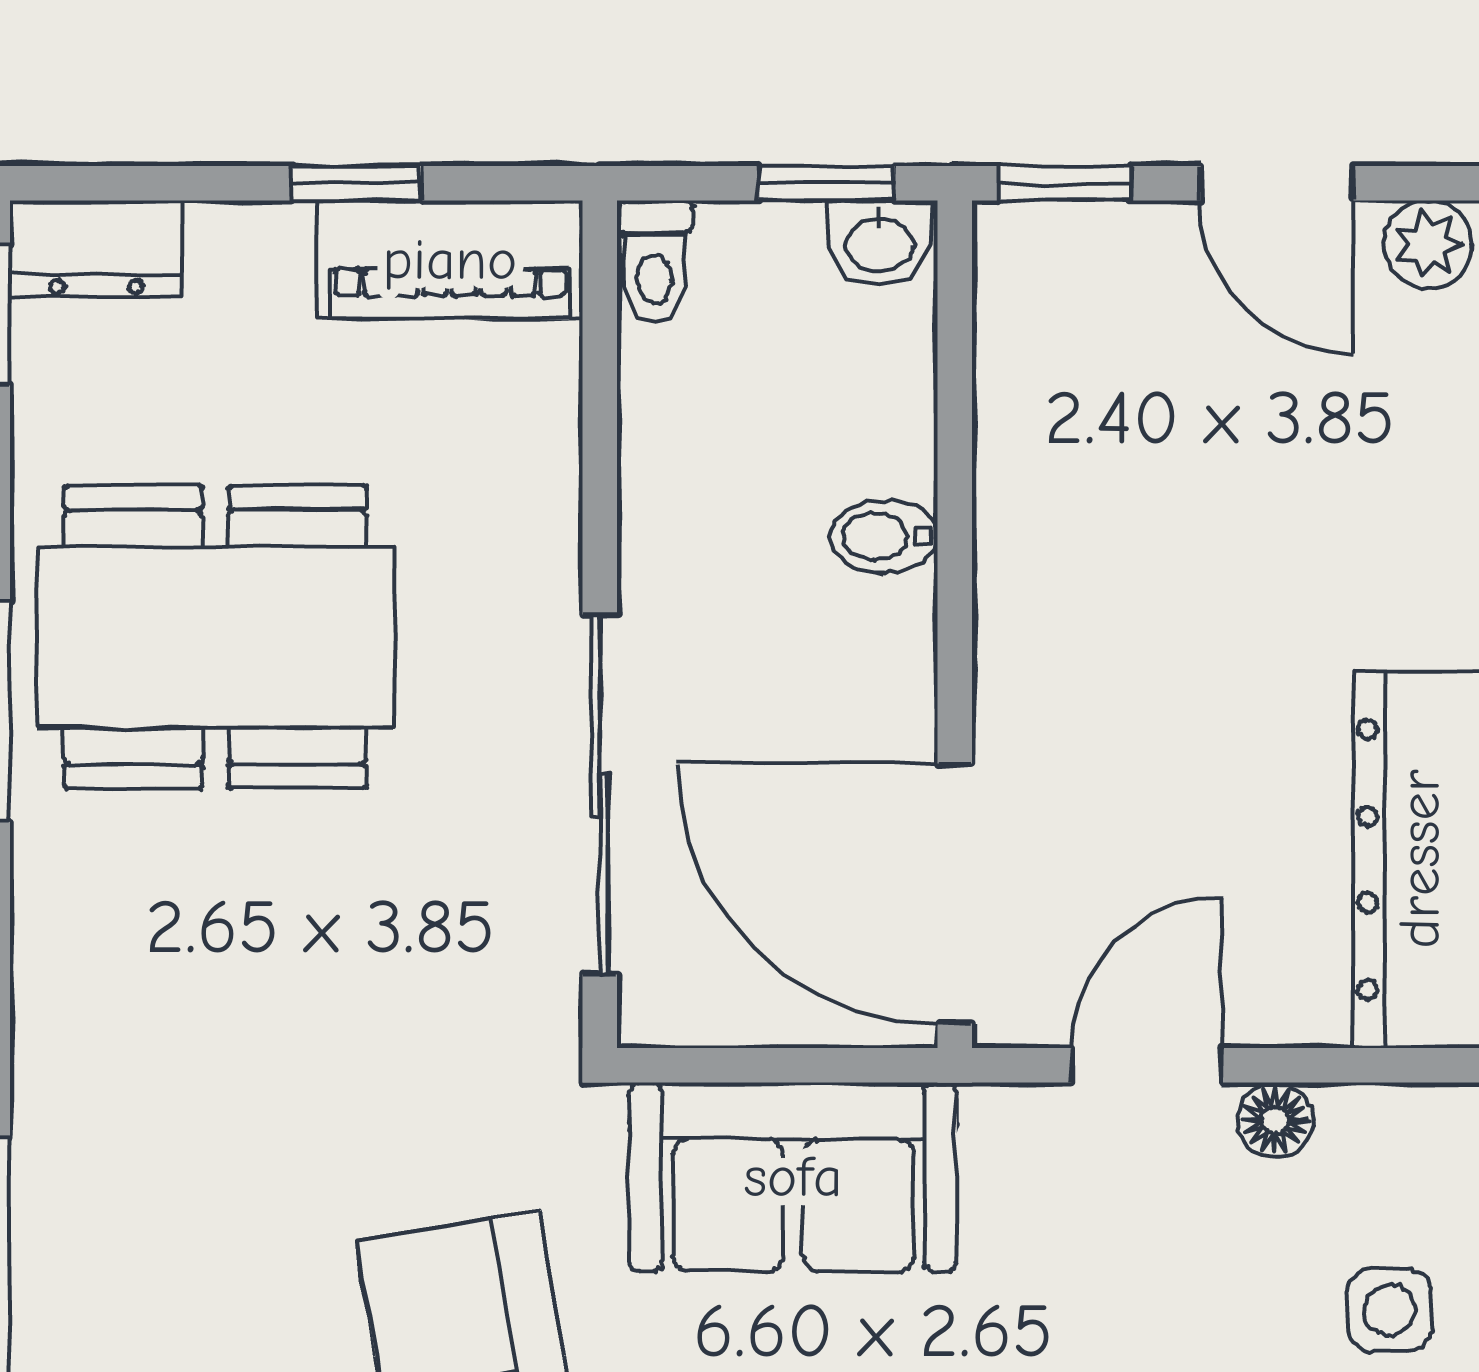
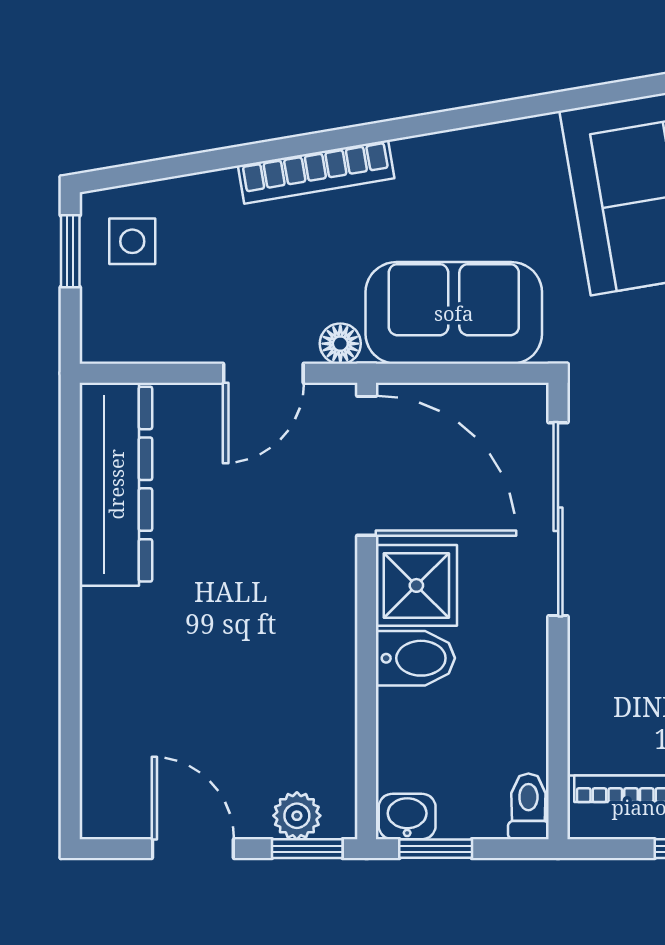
plant: (1428, 244) -> (297, 816), moved
bidet: (884, 536) -> (415, 658), width x1.38, depth x1.36
shower: (862, 671) -> (416, 585), added
floor lamp: (1275, 1120) -> (340, 344), moved

